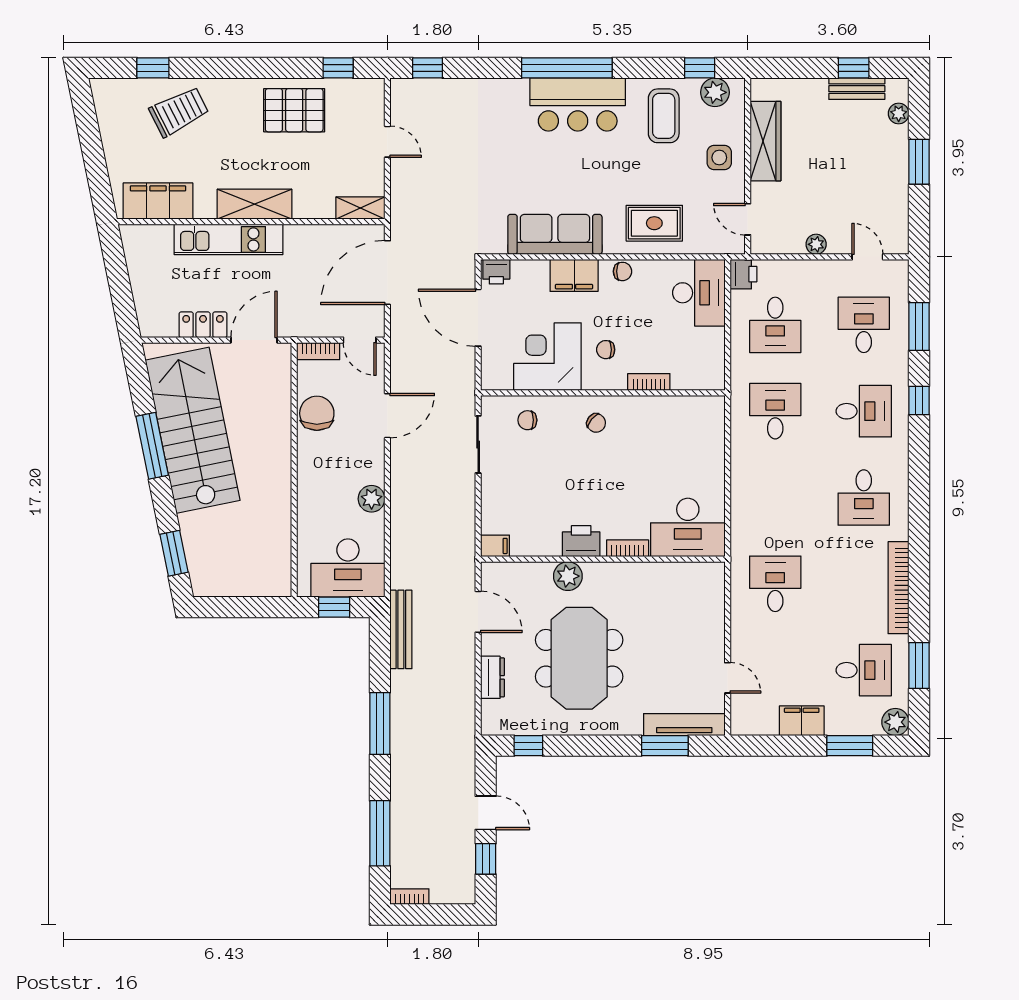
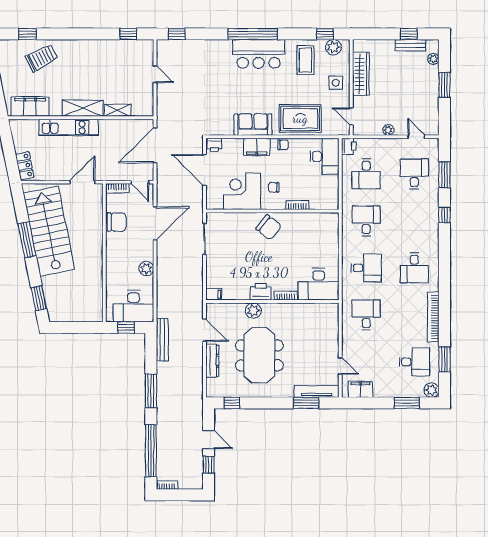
pallet: (294, 110) -> (104, 57), removed
shelving: (360, 208) -> (117, 110), moved
rug: (654, 223) -> (300, 118), width x1.36, depth x1.43
sofa: (555, 234) -> (253, 125), width x0.73
locker: (203, 325) -> (25, 166), moved, turned 79
desk: (864, 411) -> (366, 268), moved
chair: (317, 413) -> (117, 222), turned 90
door: (387, 416) -> (155, 223), width x1.36
chair: (527, 420) -> (231, 226), removed
chair: (596, 423) -> (269, 227), width x1.87, depth x1.87
dresser: (492, 677) -> (212, 361), width x1.44
filing cabinet: (802, 721) -> (361, 389), moved
window: (380, 833) -> (151, 451), width x1.46

